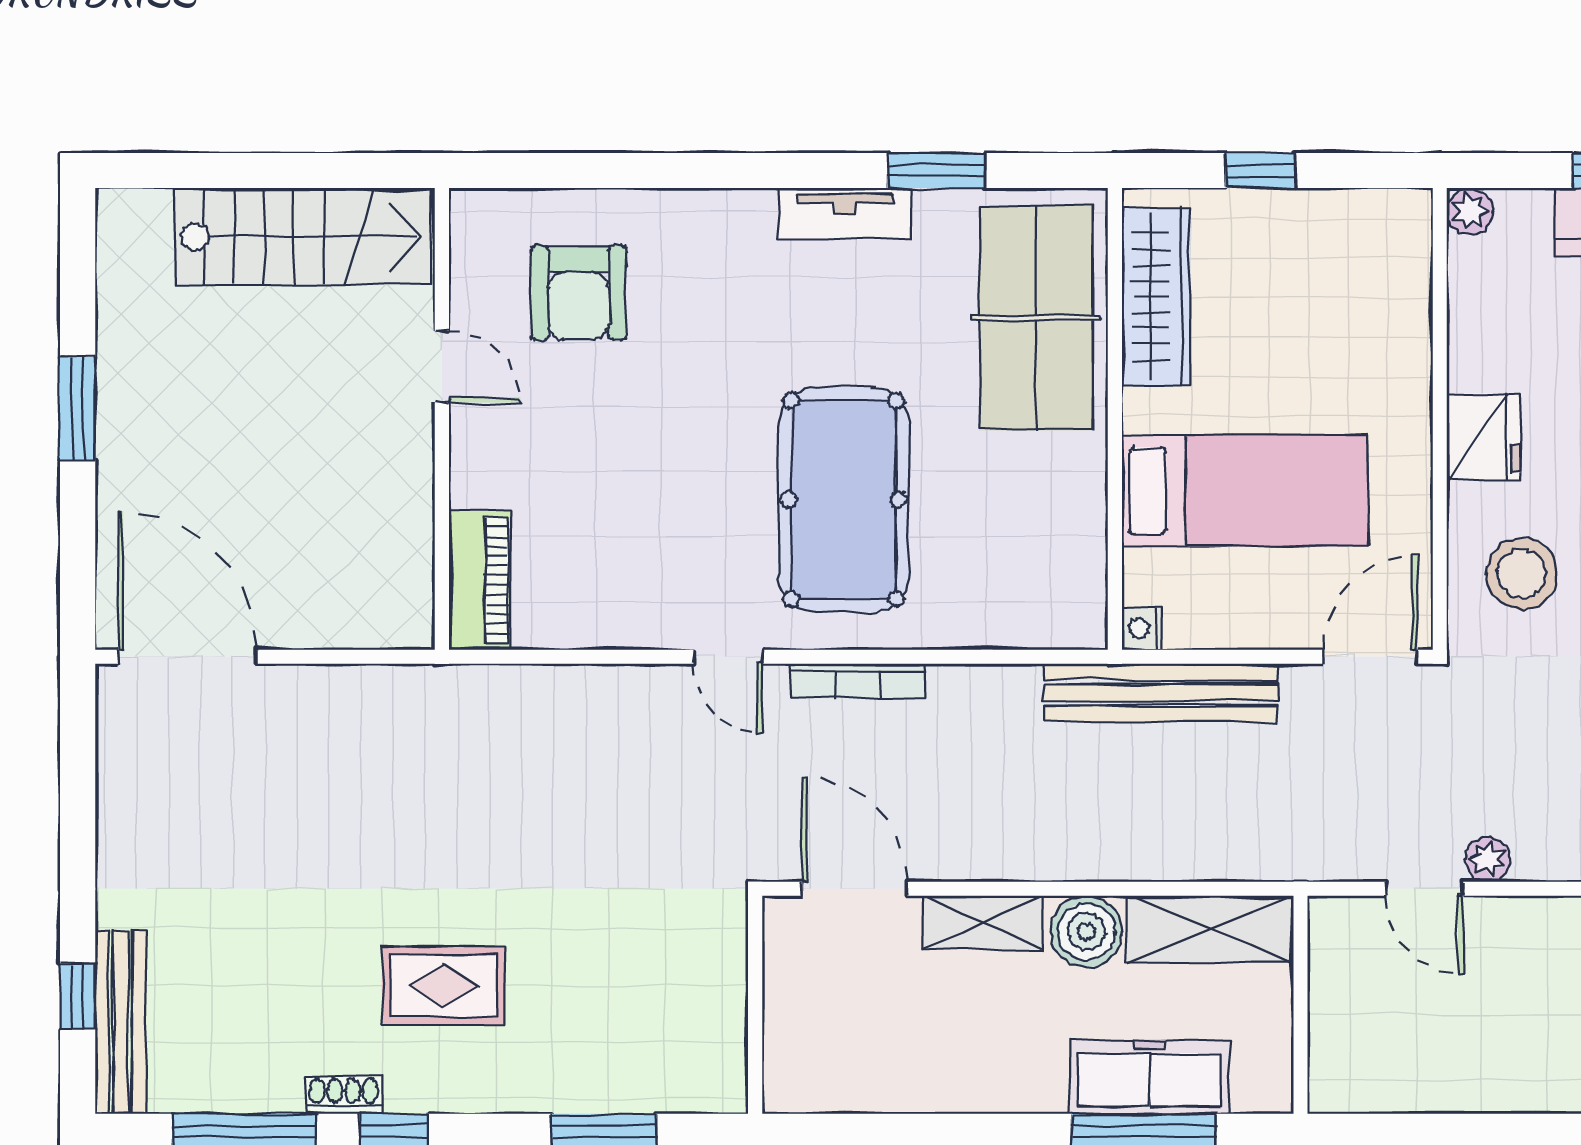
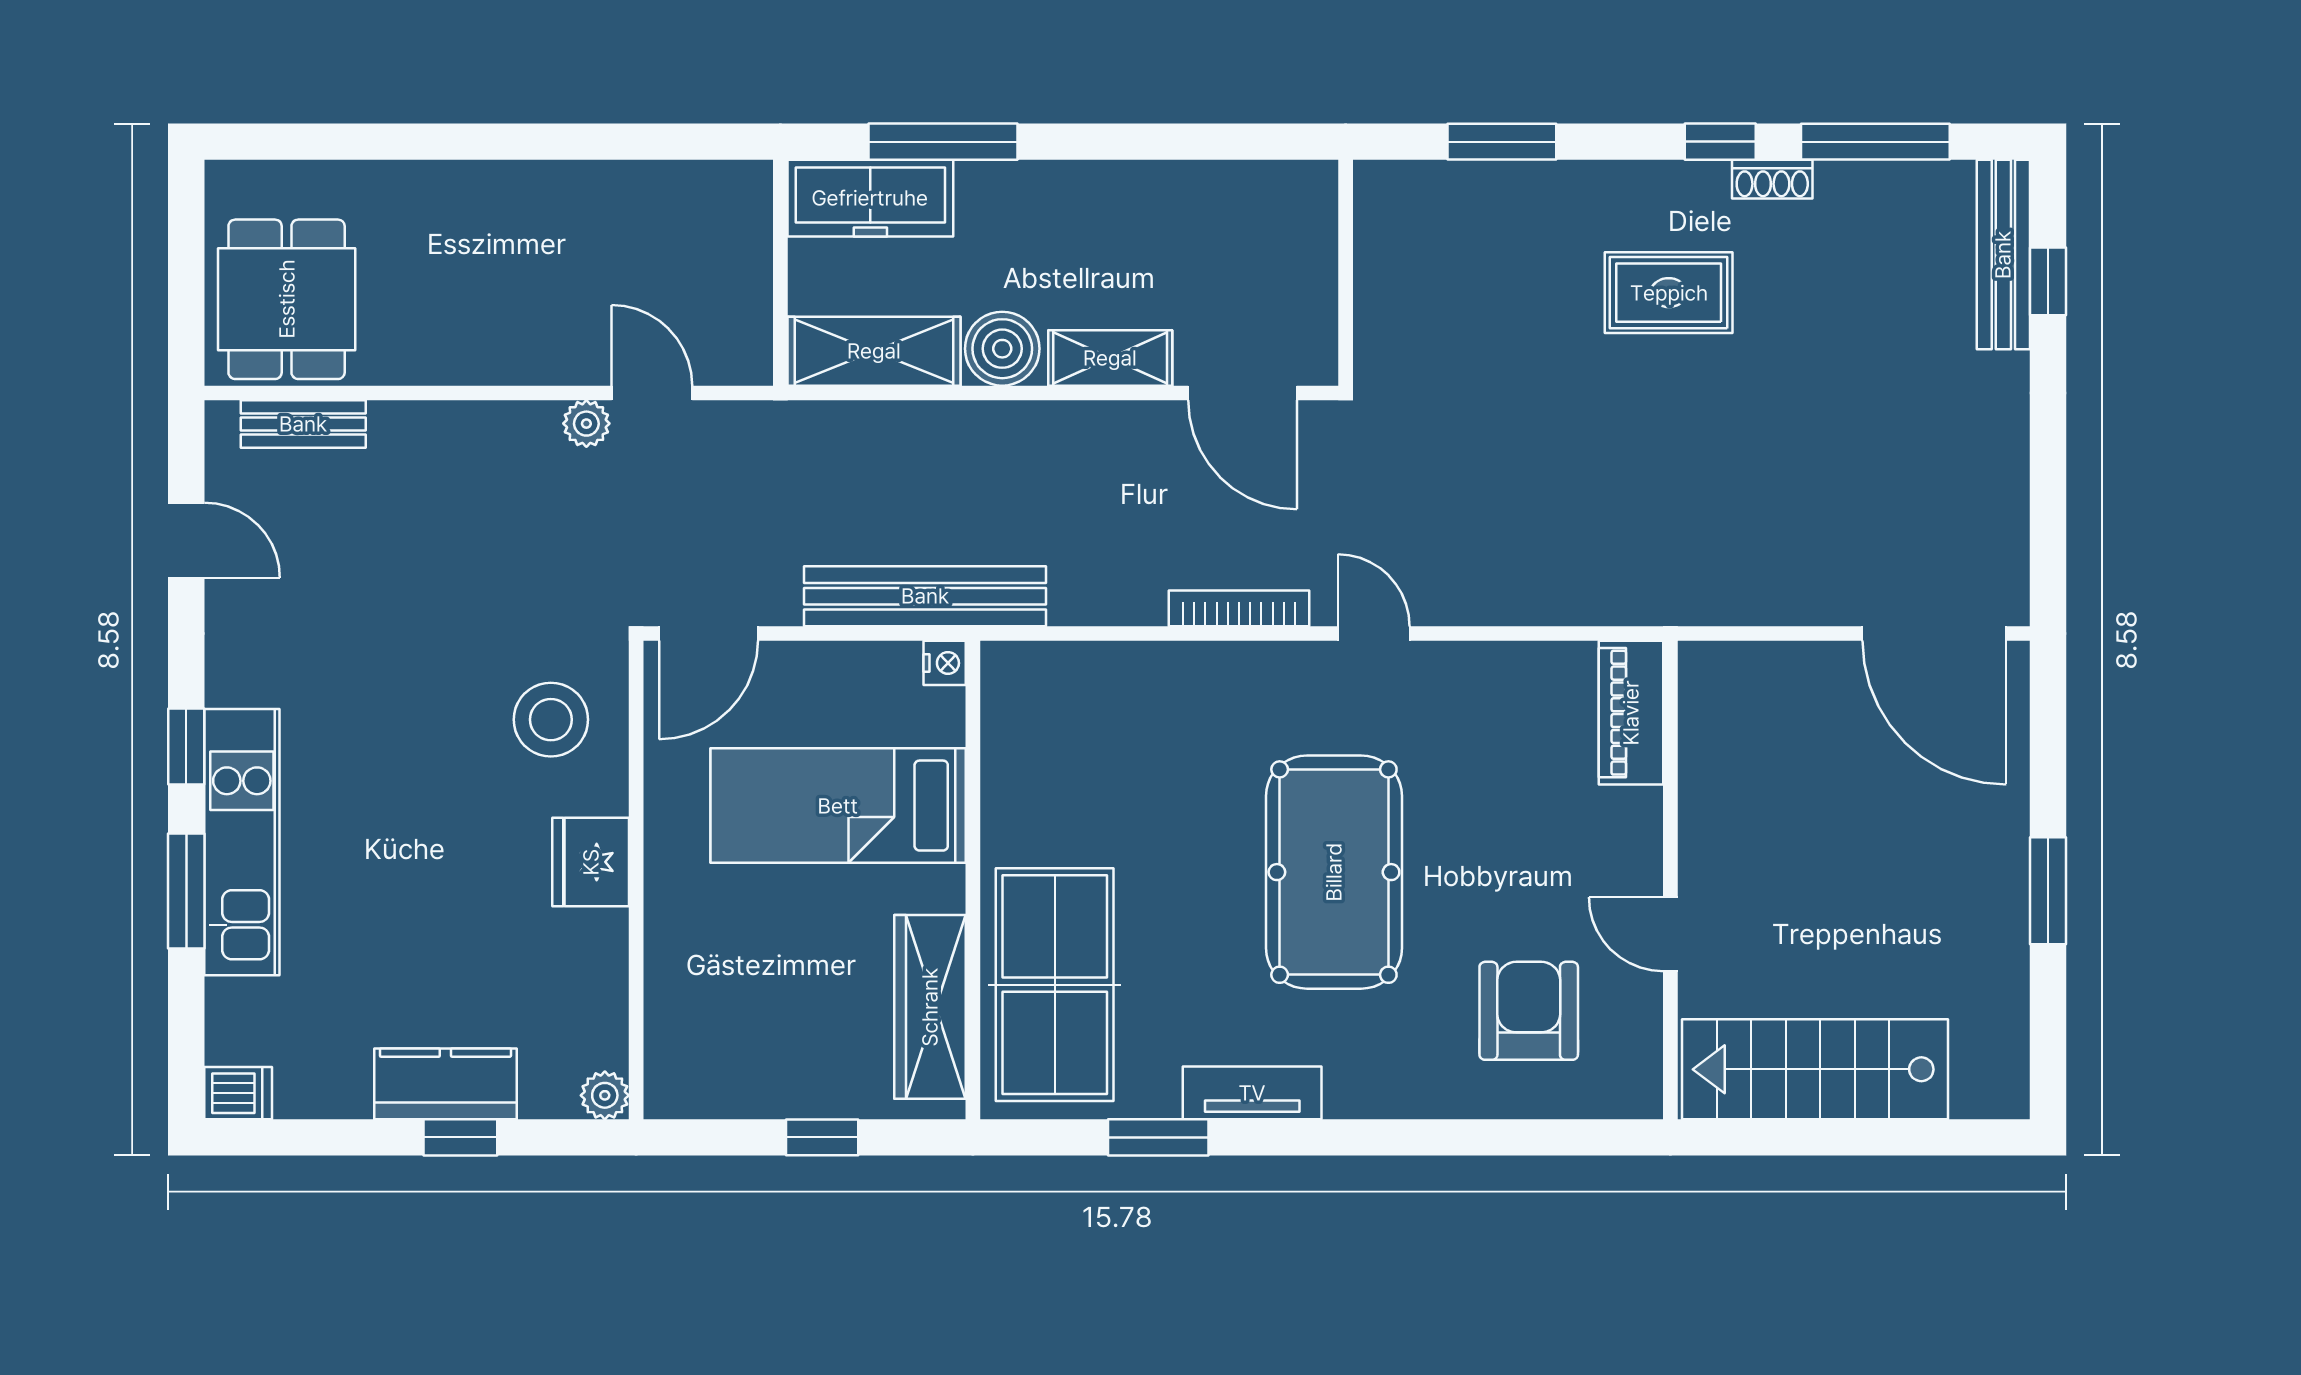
pool table: (844, 500) -> (1334, 872), moved
freezer: (1149, 1077) -> (870, 198), moved

